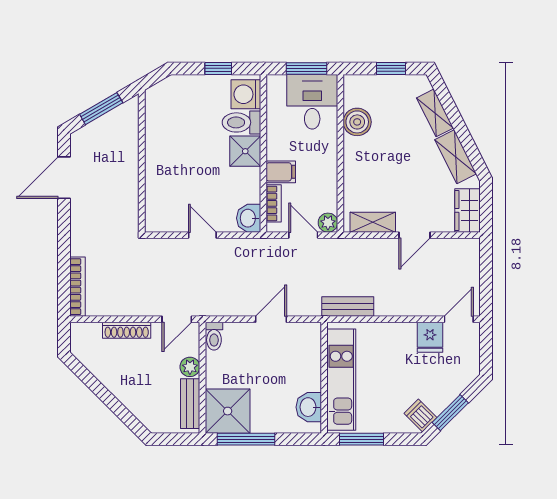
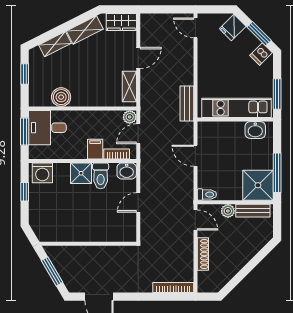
toilet: (241, 122) -> (101, 176), moved
door: (414, 235) -> (138, 58), hinge flipped
fridge: (430, 337) -> (233, 27), moved, turned 135

